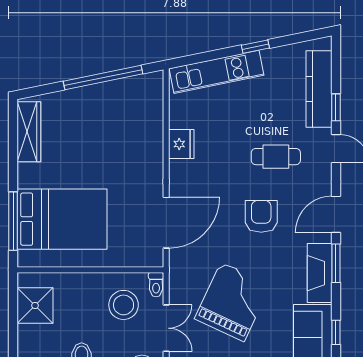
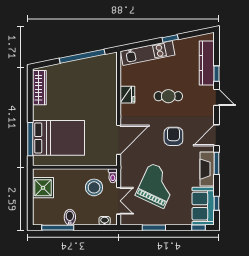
cafe table: (276, 157) -> (168, 96), moved

